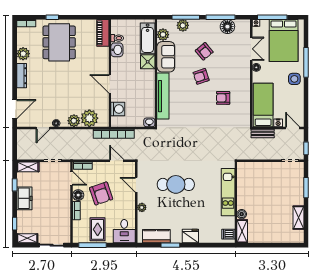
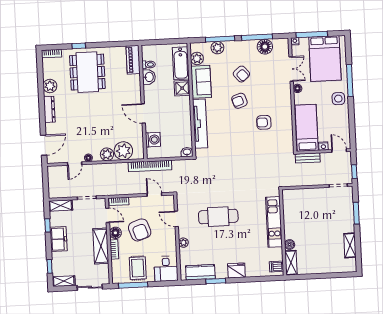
shelving: (64, 207) -> (101, 246), added

